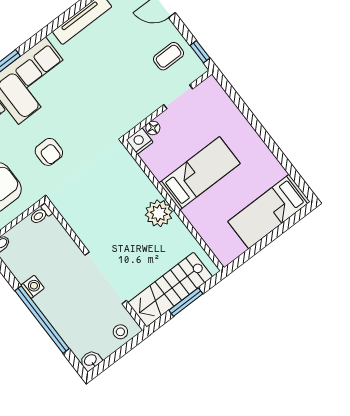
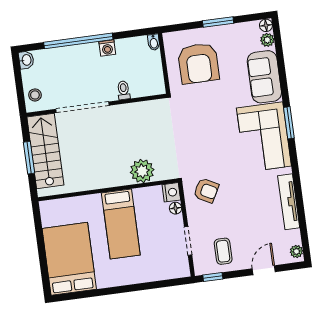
armchair: (49, 152) -> (206, 190), moved, turned -152
bed: (269, 212) -> (69, 259), width x1.50
plant: (159, 213) -> (142, 171), moved
toilet: (41, 214) -> (124, 90), moved

